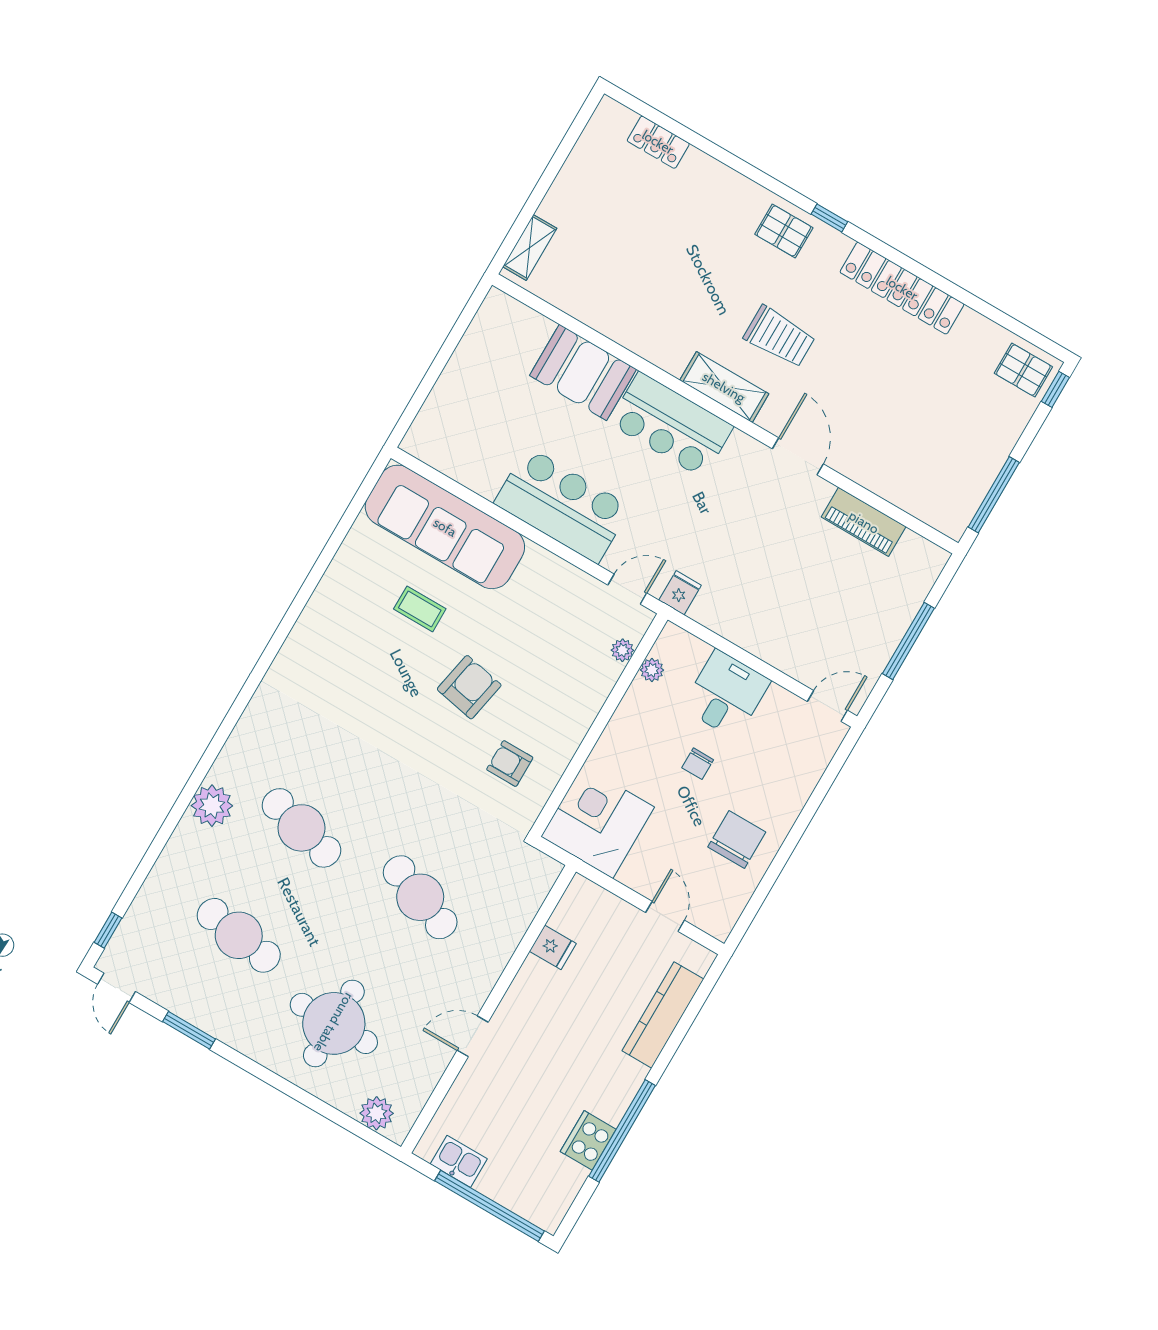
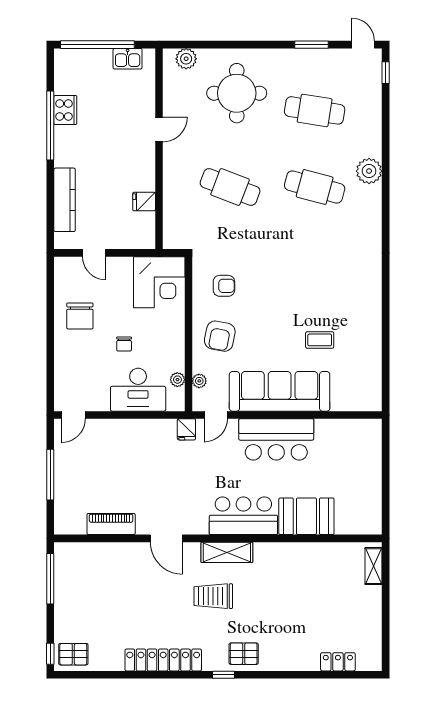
sofa: (445, 527) -> (280, 391), moved
armchair: (469, 687) -> (220, 336), moved
desk: (726, 694) -> (138, 390), width x1.37
chair: (698, 764) -> (124, 344), turned 180

